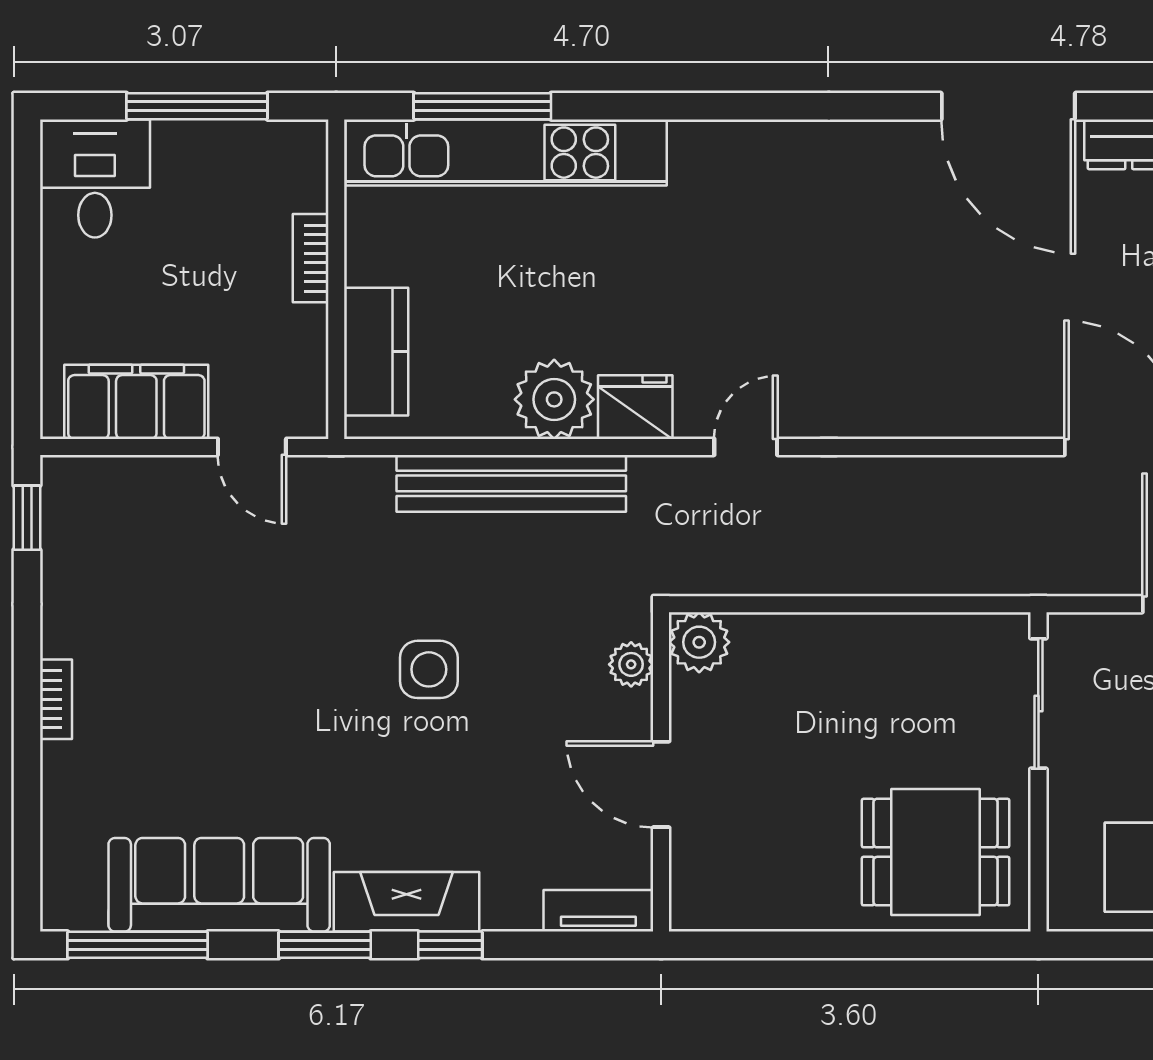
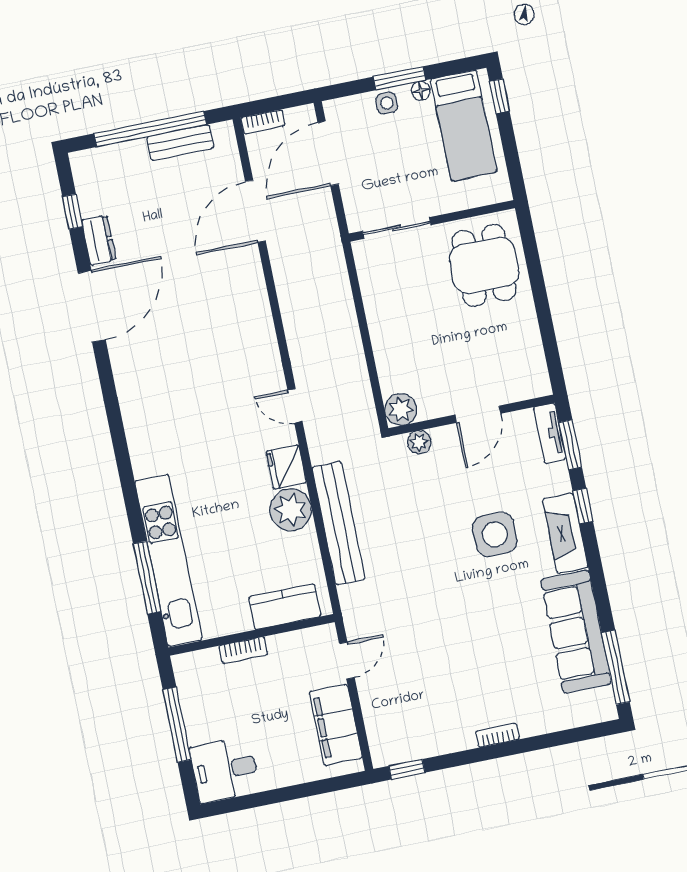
side table: (429, 669) -> (495, 534), moved, width x1.37, depth x1.37
window: (325, 945) -> (570, 445), moved

